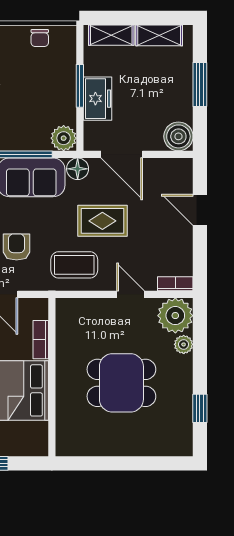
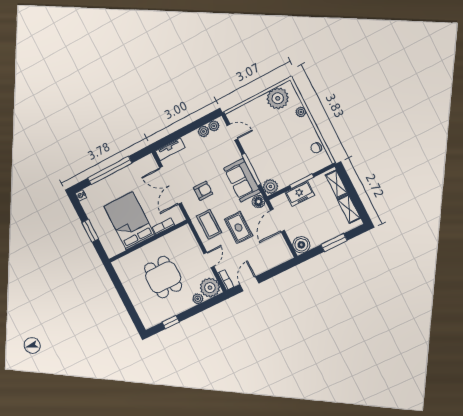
door: (200, 210) -> (249, 284), moved

